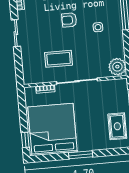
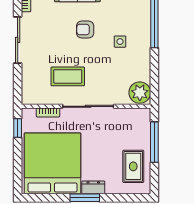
sliding door: (16, 33) -> (18, 40), width x1.37
window: (25, 140) -> (18, 128), moved
dresser: (87, 146) -> (93, 187), added

